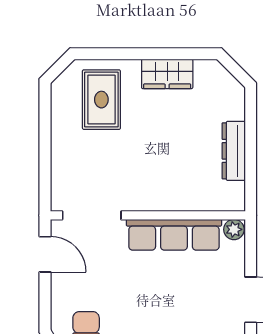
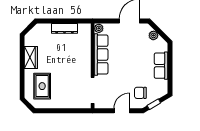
rug: (101, 100) -> (42, 86), turned 90
door: (45, 254) -> (122, 111), moved

